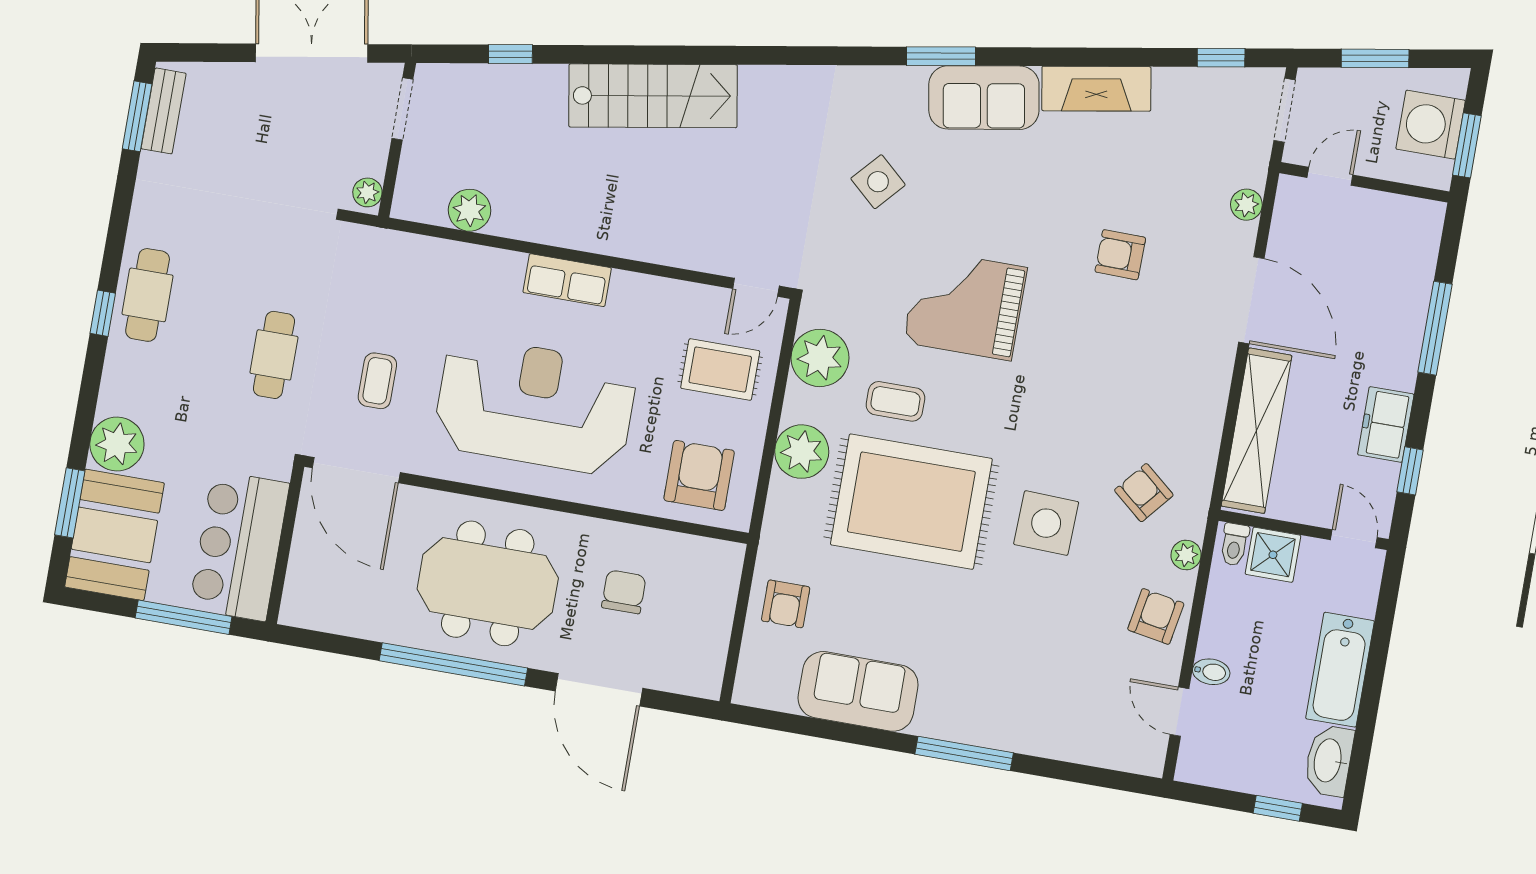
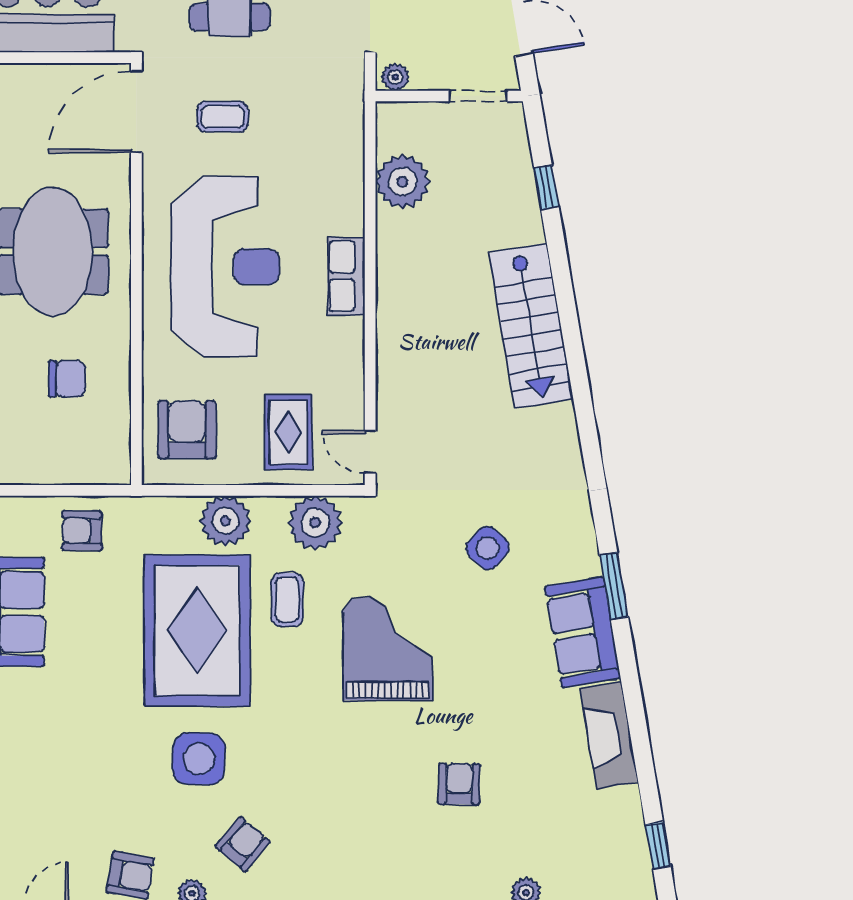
plant: (470, 210) -> (402, 182), width x1.36, depth x1.36
armchair: (699, 475) -> (187, 430), turned -90

